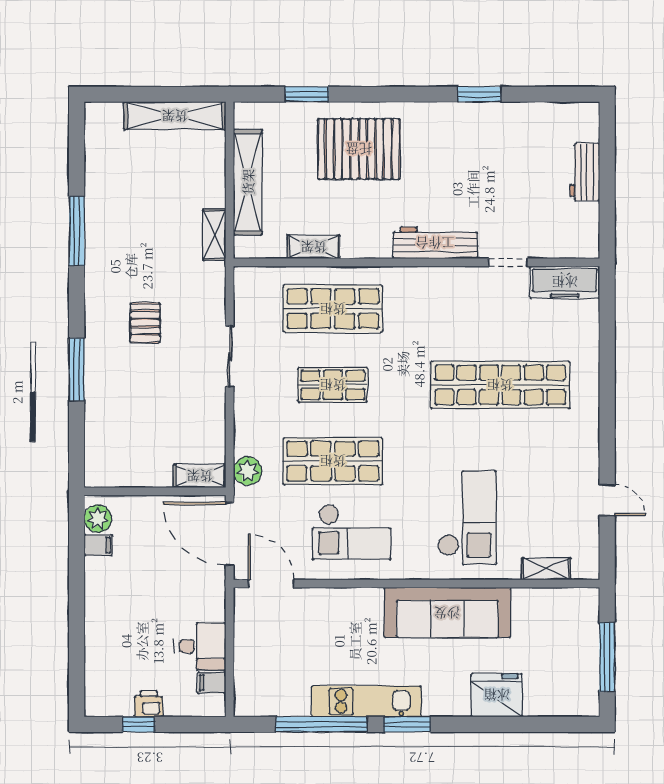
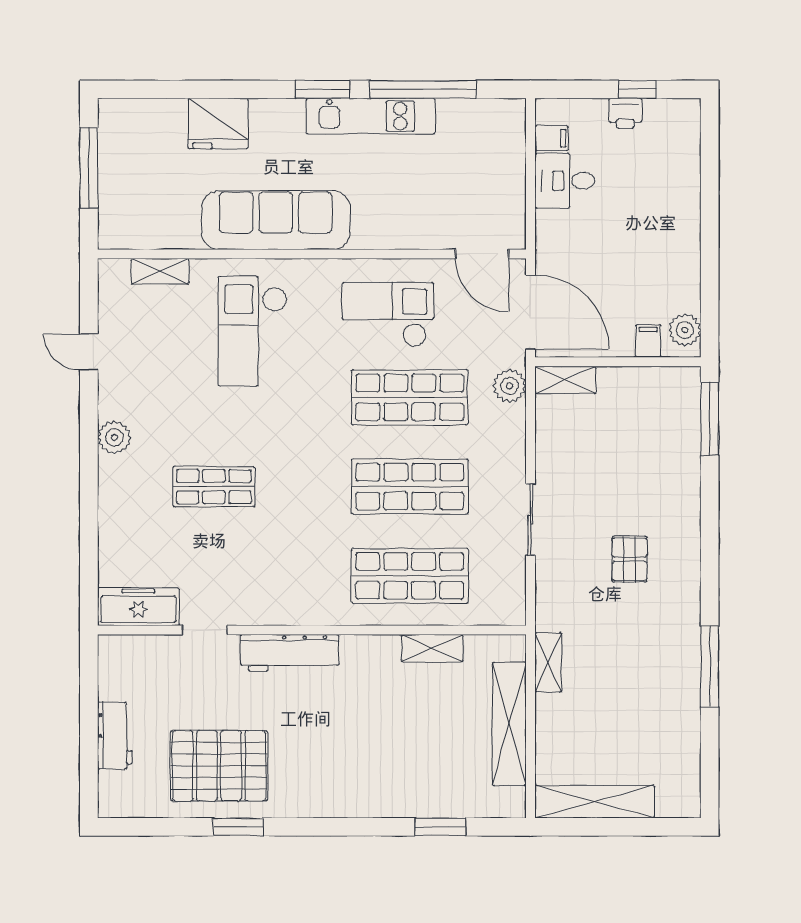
pallet: (359, 149) -> (219, 766), moved
window: (77, 369) -> (710, 419), moved
shop shelf: (333, 385) -> (410, 487), width x1.43, depth x1.36
shop shelf: (500, 385) -> (214, 487), width x0.50, depth x0.74
plant: (585, 427) -> (114, 437), added
filing cabinet: (98, 545) -> (648, 341), moved, turned 90

